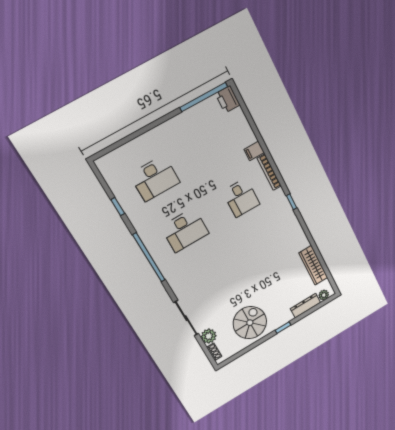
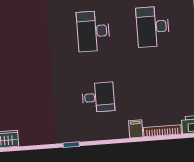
bookcase: (269, 172) -> (162, 131), moved
desk: (241, 198) -> (98, 97), turned 180

